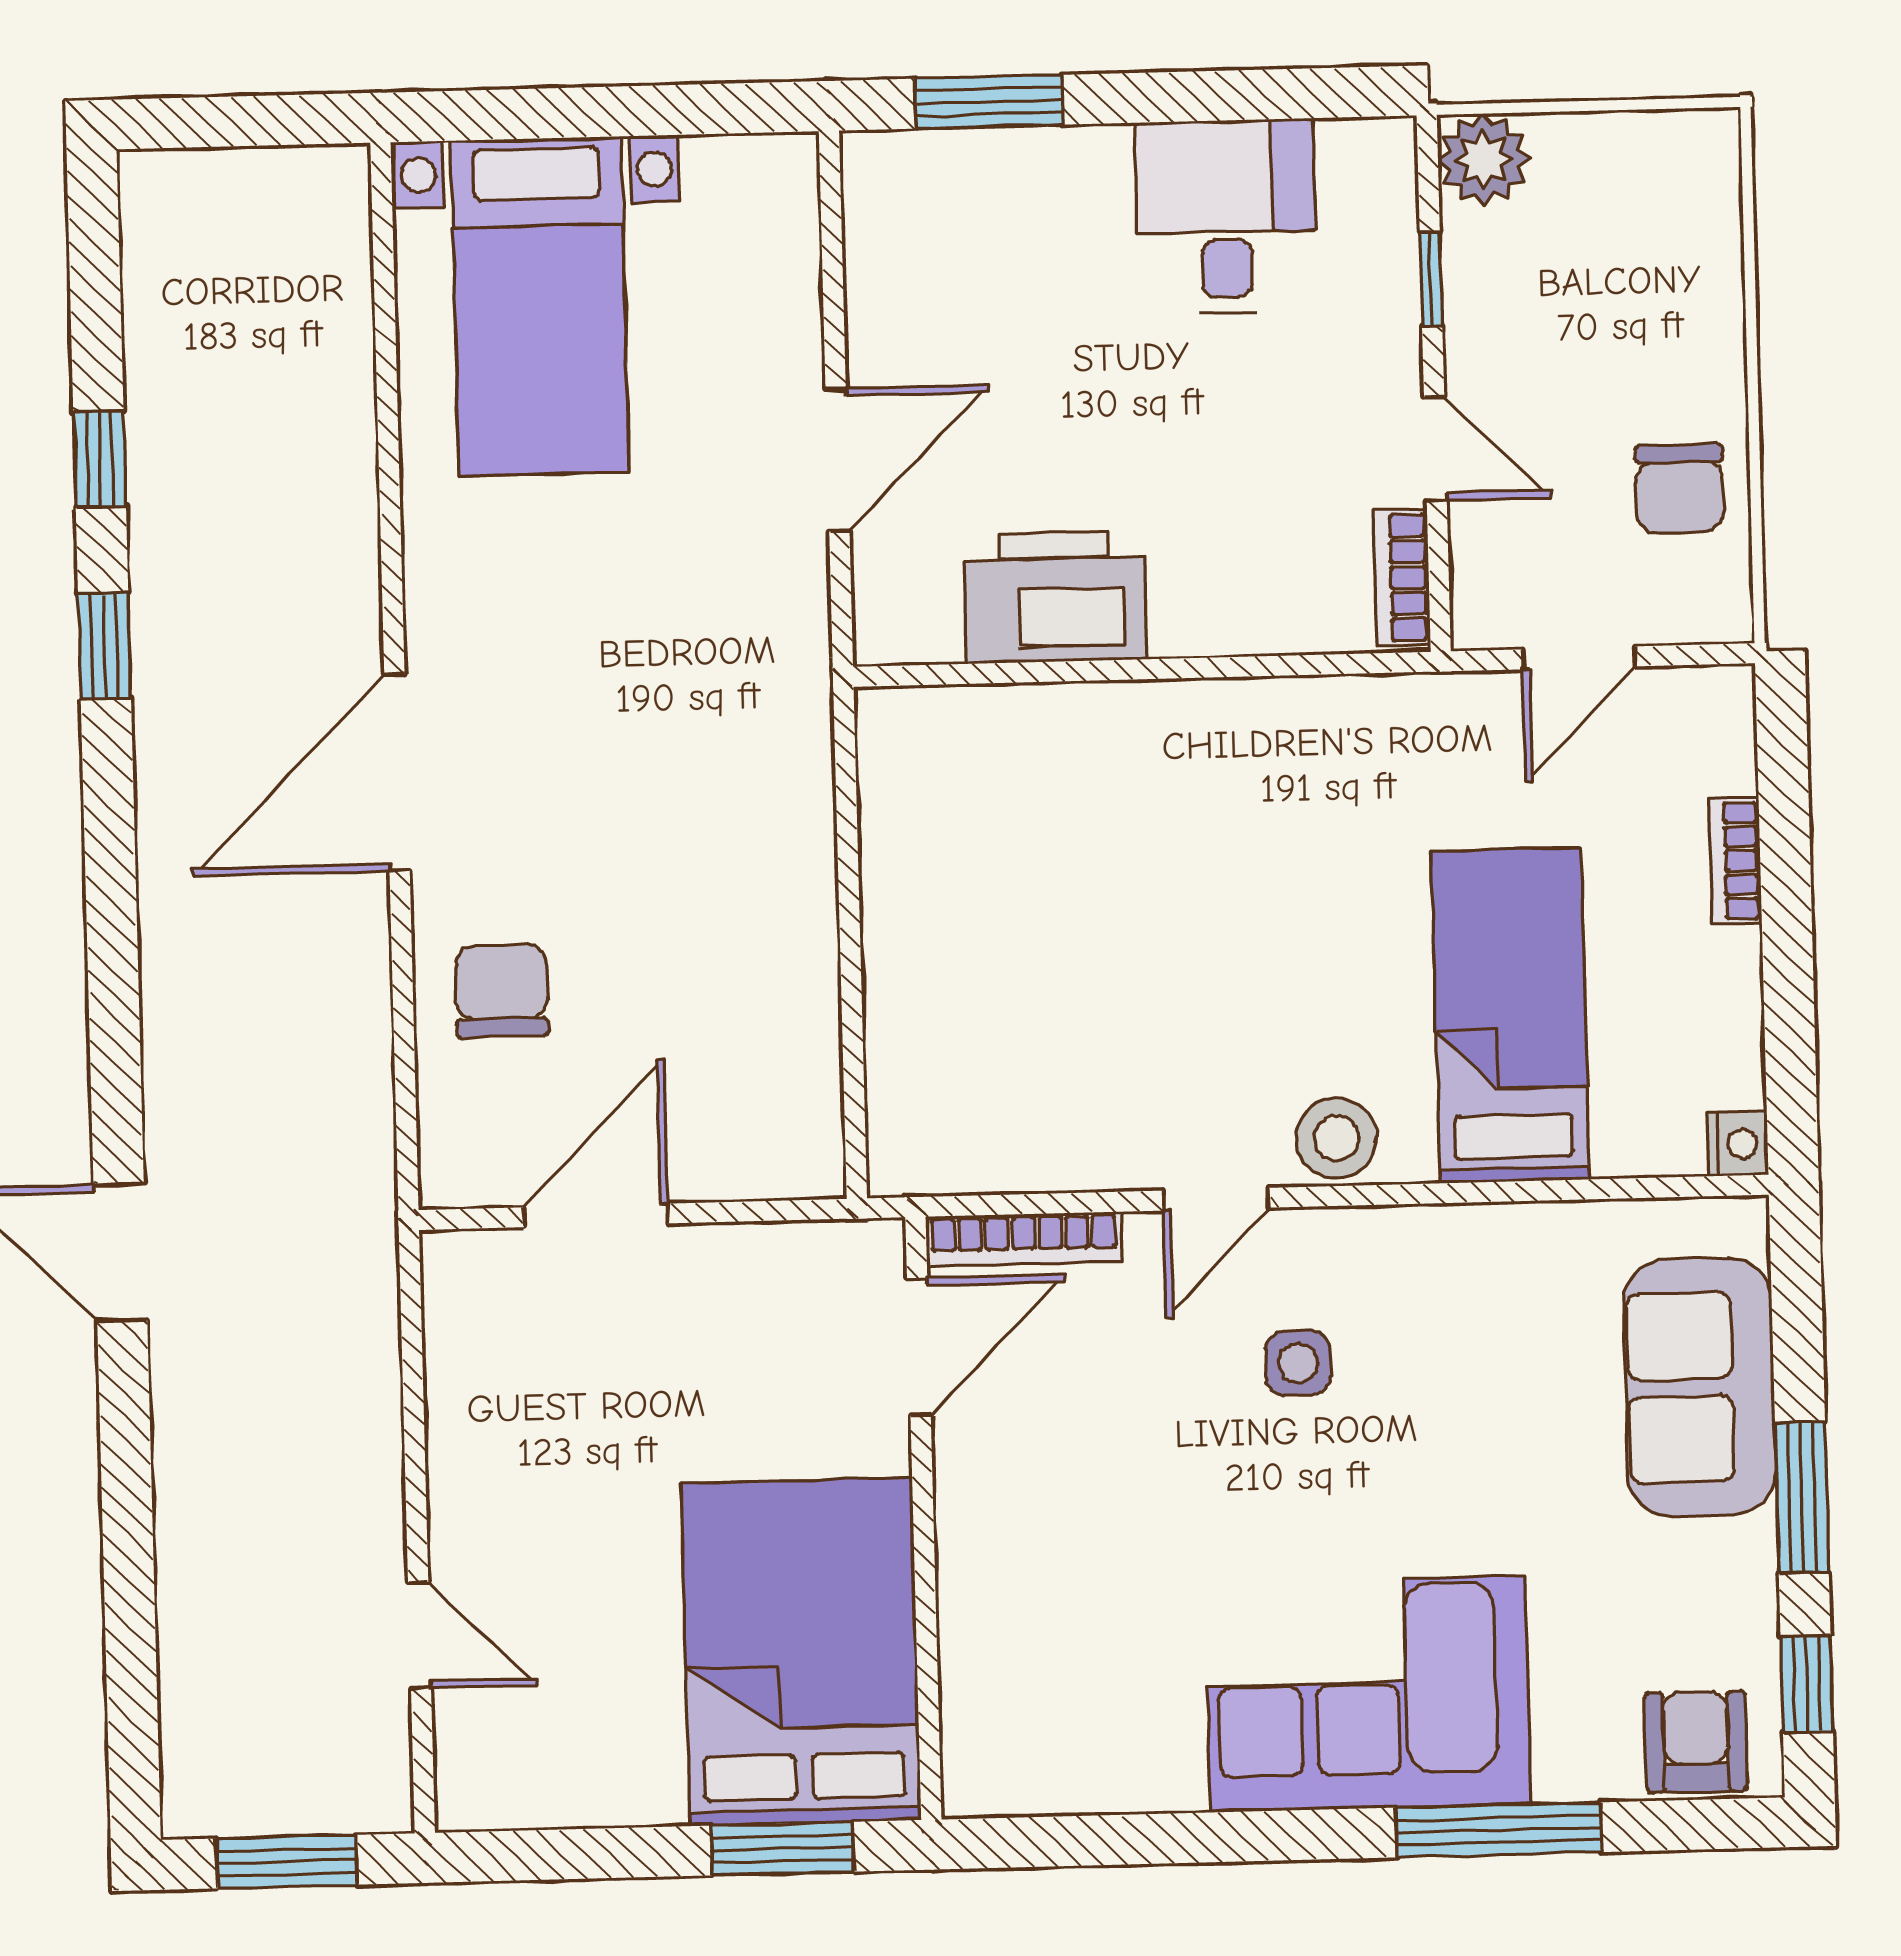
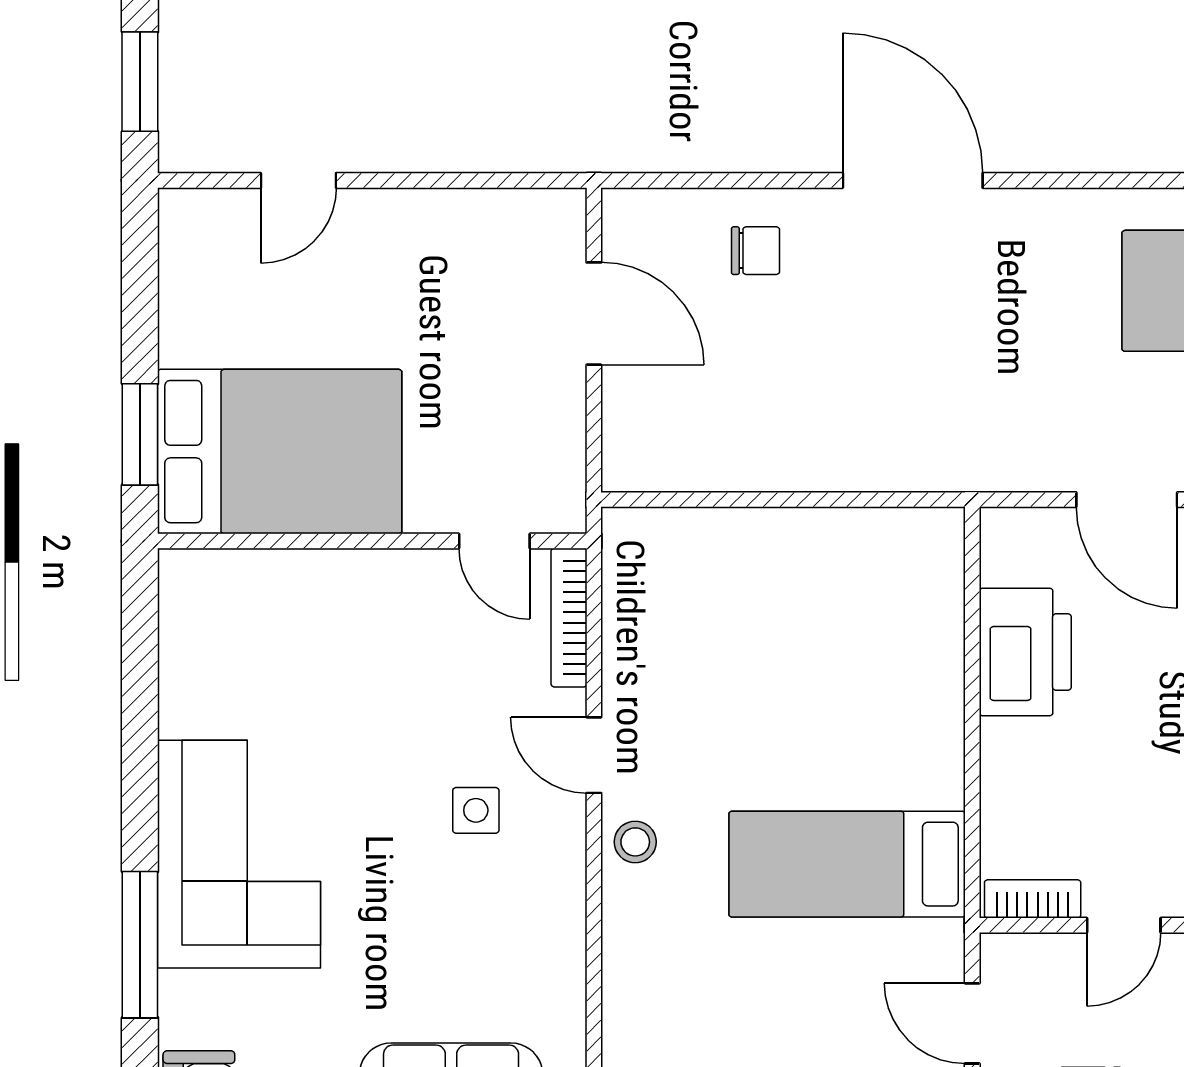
chair: (501, 991) -> (755, 251), width x0.73, depth x0.73
bed: (1511, 1016) -> (847, 864), moved, turned 180
stool: (1336, 1138) -> (635, 842), width x0.73, depth x0.73
door: (919, 1347) -> (494, 541), width x0.73

